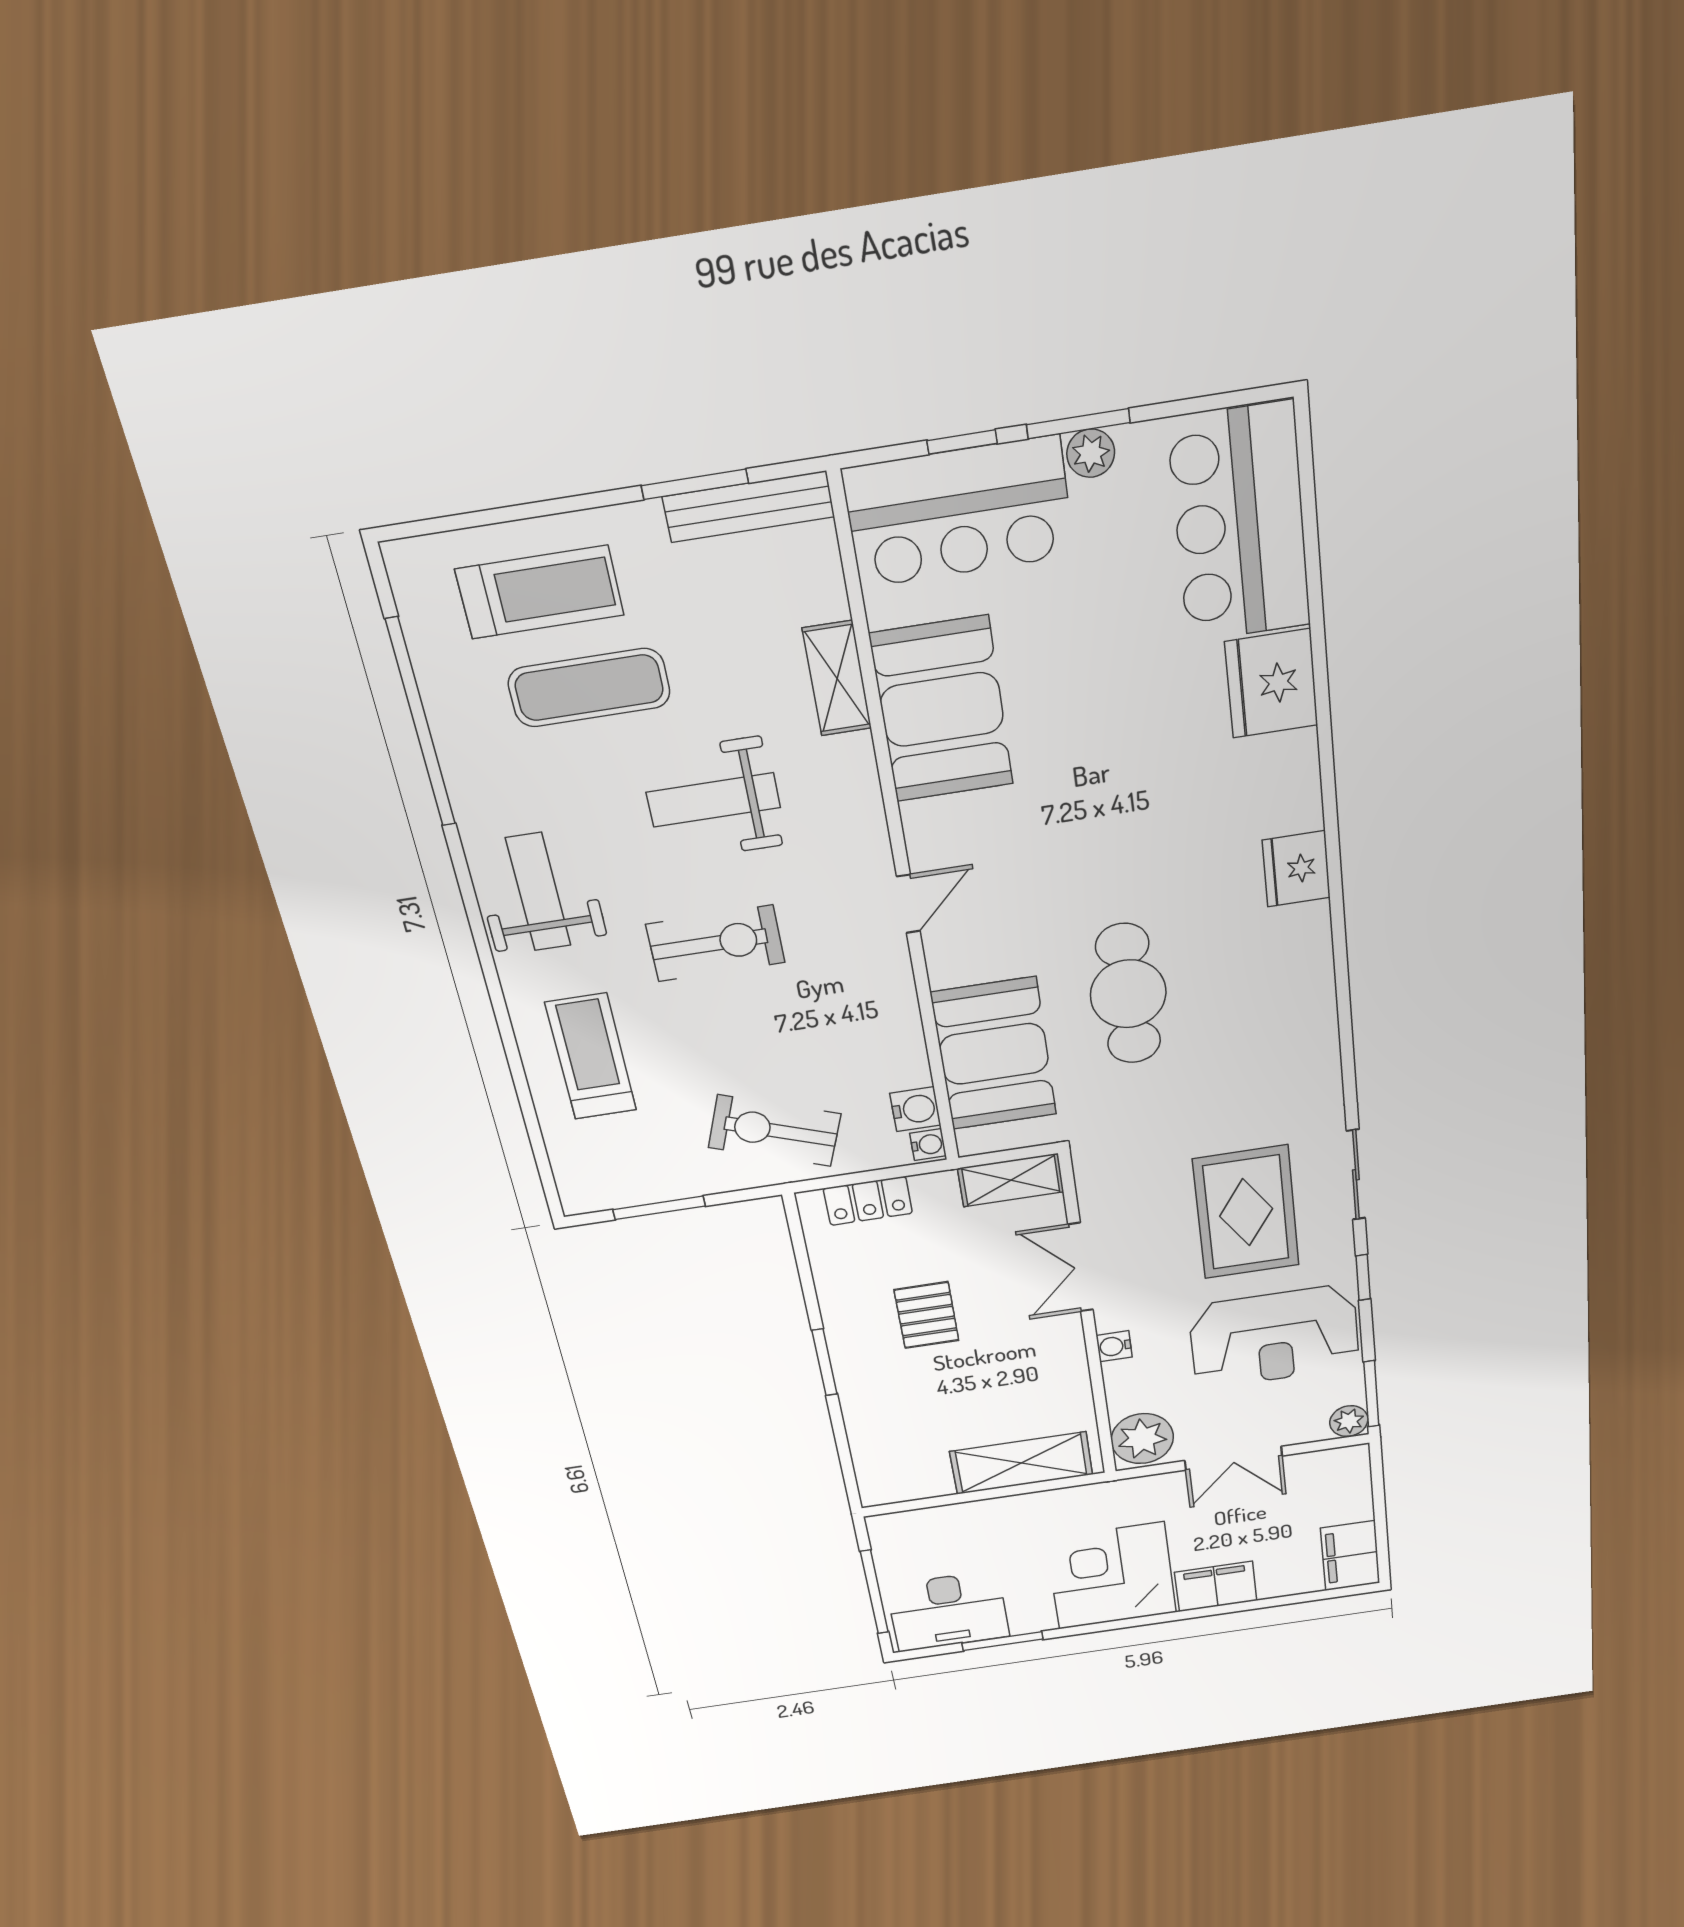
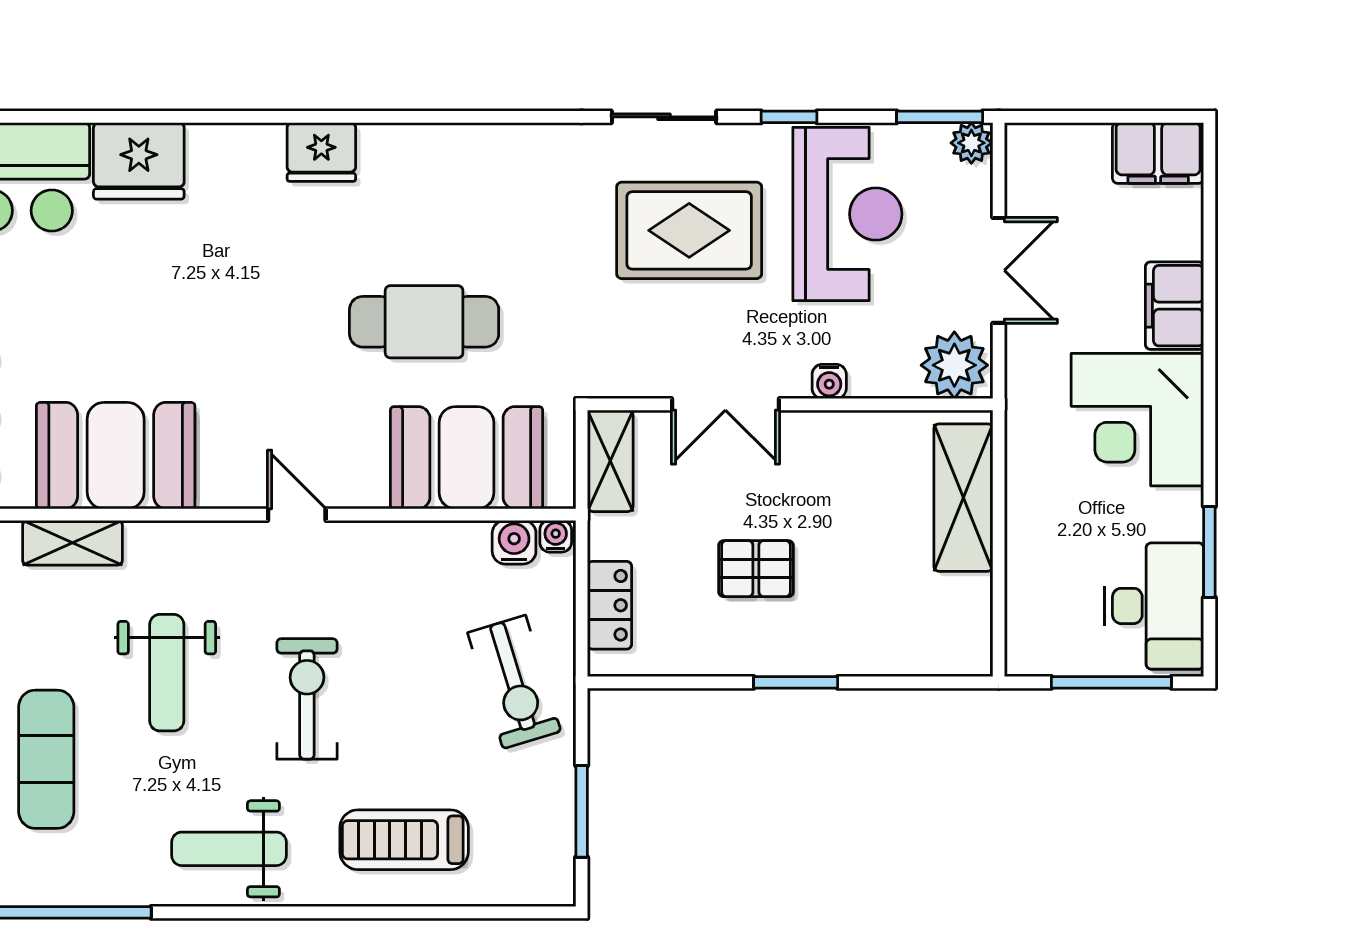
exercise bike: (775, 1131) -> (514, 682), turned -37

